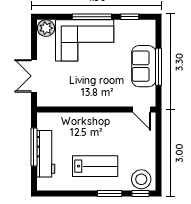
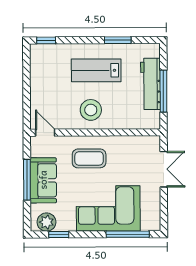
window: (92, 17) -> (128, 234), moved
plant: (46, 28) -> (46, 222), moved
coffee table: (102, 86) -> (89, 158), added
stool: (141, 179) -> (91, 110), moved
window: (110, 194) -> (118, 40), moved

